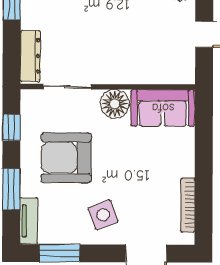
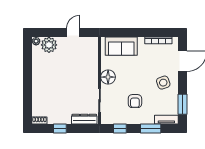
sofa: (163, 108) -> (121, 46), moved, turned 90
armchair: (66, 158) -> (135, 101), width x0.53, depth x0.53

